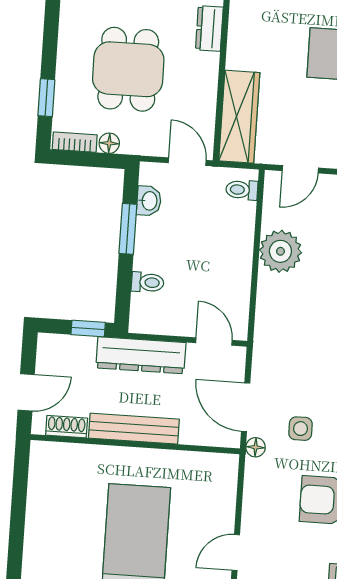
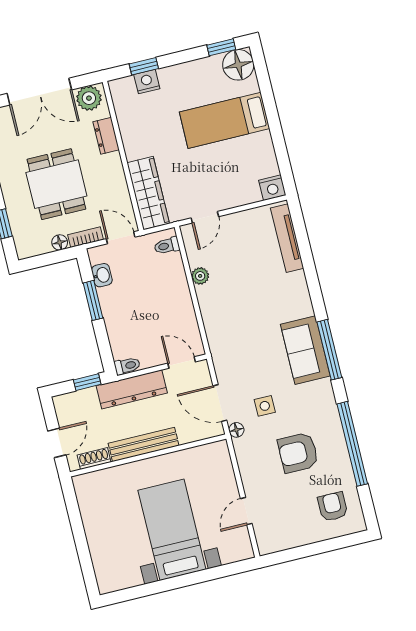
bookcase: (75, 142) -> (85, 237), moved
plant: (280, 251) -> (200, 276), width x0.53, depth x0.53
toilet: (148, 282) -> (127, 366), moved

